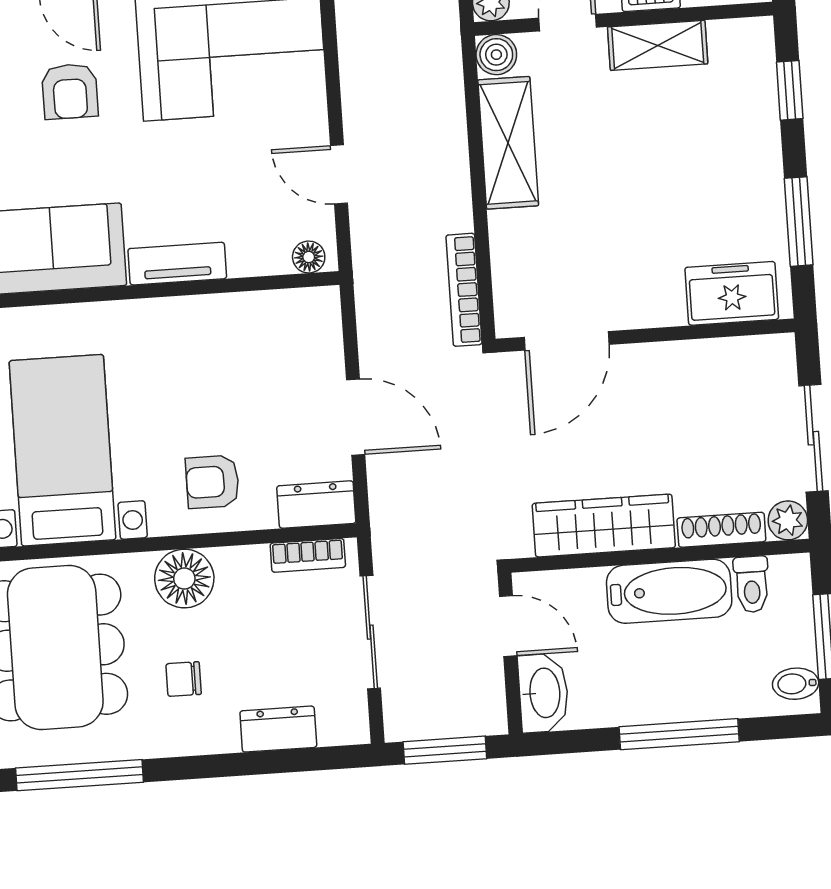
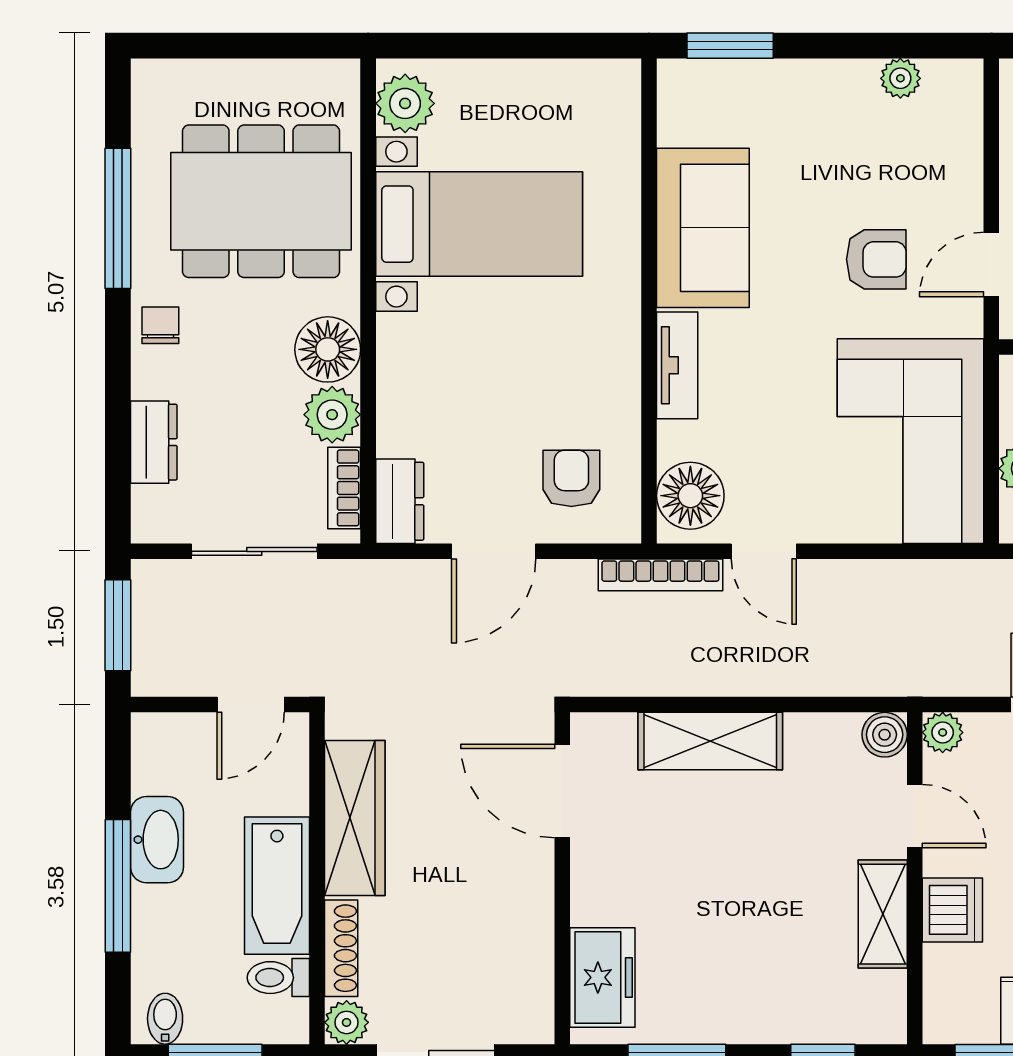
armchair: (70, 91) -> (876, 259), turned 180
shelving: (508, 143) -> (710, 741), moved
door: (339, 174) -> (764, 551), swing flipped
floor lamp: (309, 257) -> (690, 496), width x1.89, depth x1.89
bookcase: (464, 290) -> (660, 575), moved, turned 180
armchair: (212, 482) -> (571, 478), moved
plant: (243, 571) -> (332, 415), added
chair: (184, 679) -> (160, 325), moved
washbasin: (543, 693) -> (157, 840), moved, turned -90

